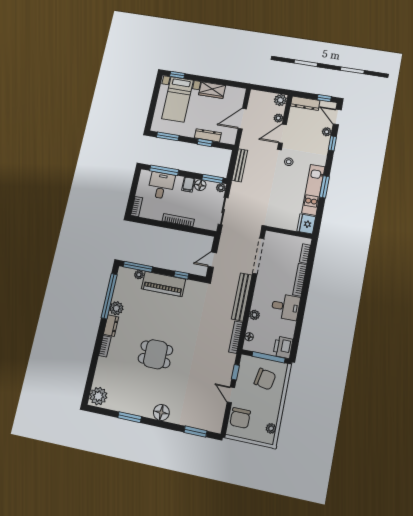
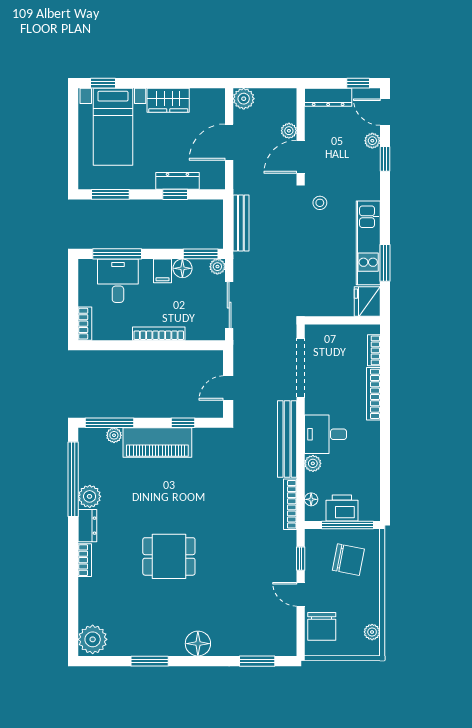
plant: (280, 100) -> (244, 99), moved
window: (324, 187) -> (385, 263), moved
desk: (286, 307) -> (326, 434), moved, turned 180
printer: (283, 347) -> (342, 508), moved, turned 90

